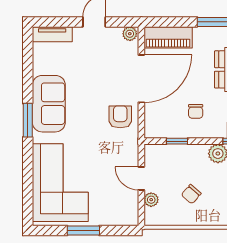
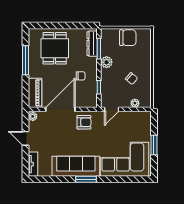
door: (141, 79) -> (60, 109), hinge flipped
sofa: (49, 104) -> (76, 166), width x1.36
armchair: (120, 117) -> (84, 122), turned 180
door: (141, 178) -> (112, 109), moved

